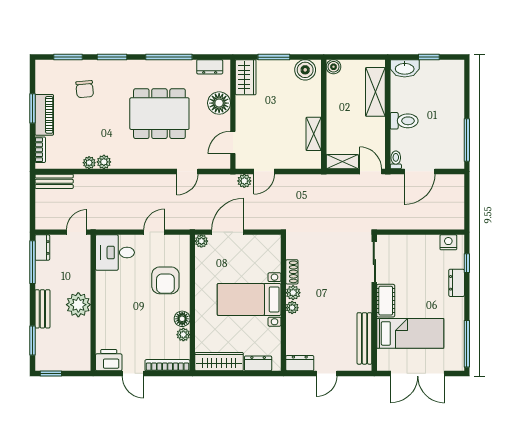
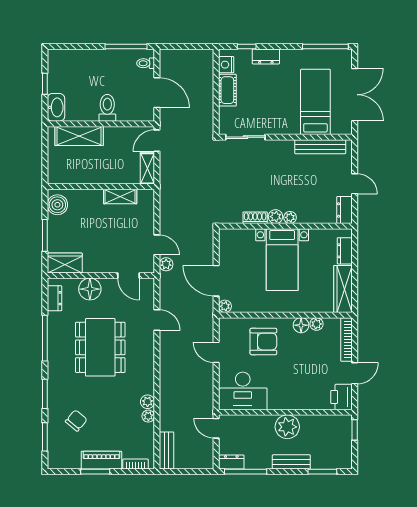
boiler: (334, 67) -> (54, 177), removed
chair: (85, 89) -> (76, 421), turned -45
toilet: (396, 160) -> (146, 63), moved
desk: (115, 253) -> (243, 391), width x1.37
cot: (386, 301) -> (227, 90), moved, turned 90
window: (51, 373) -> (355, 430), moved

